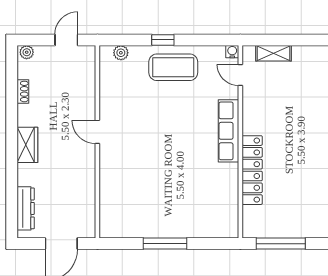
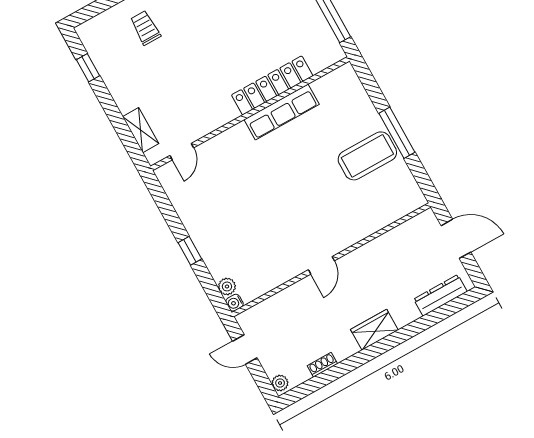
water cooler: (232, 52) -> (235, 303), moved
coffee table: (173, 67) -> (367, 156), moved, turned 90
row of seats: (228, 131) -> (282, 112), moved

